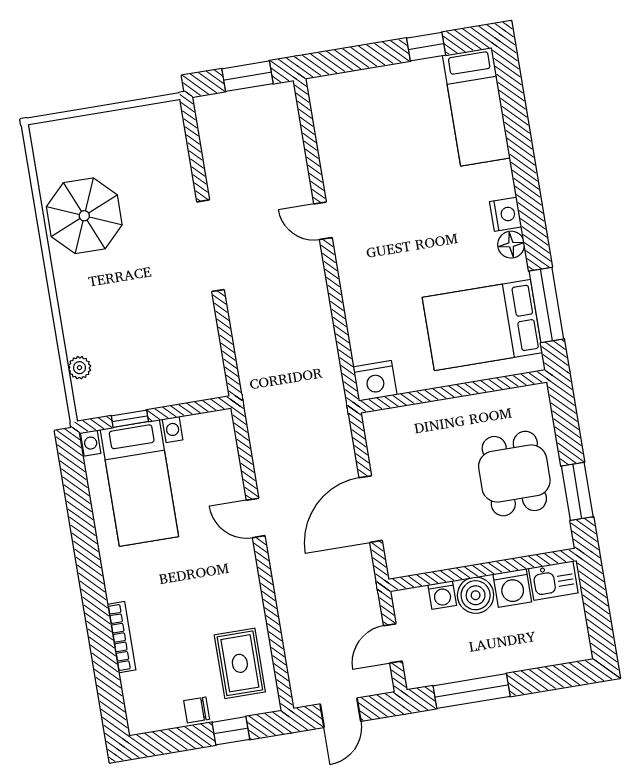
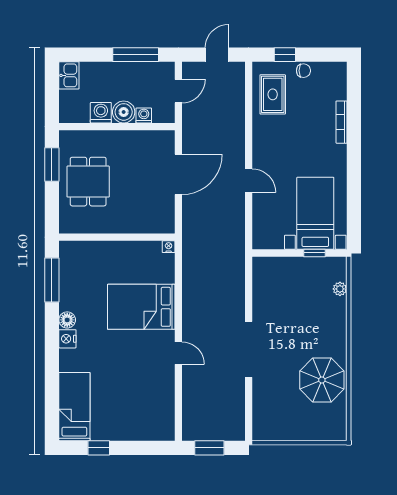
bed: (482, 325) -> (141, 307), moved, turned 180
nightstand: (375, 381) -> (169, 247), width x0.53, depth x0.56
kitchen sink: (553, 581) -> (69, 75), moved, turned 90

